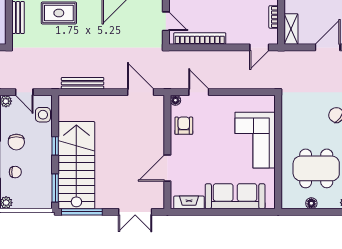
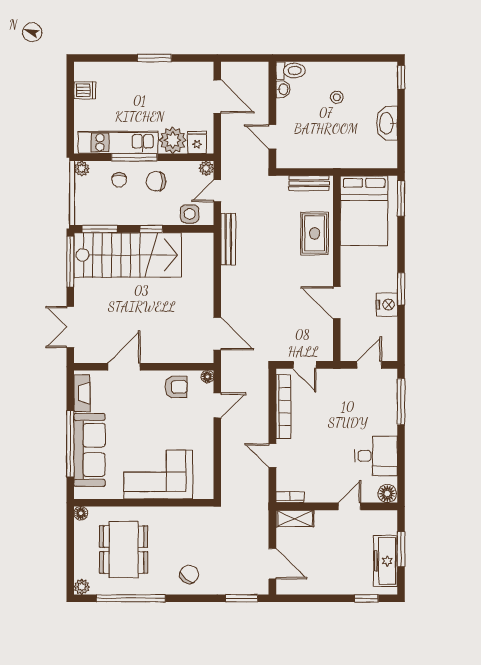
bookcase: (274, 17) -> (290, 497), moved
door: (166, 21) -> (304, 365), hinge flipped
door: (259, 47) -> (272, 456), moved
bench: (83, 83) -> (228, 239), moved
door: (141, 92) -> (217, 334), hinge flipped
door: (167, 168) -> (124, 367), hinge flipped
floor lamp: (311, 203) -> (81, 513), moved
window: (230, 212) -> (70, 444), added

